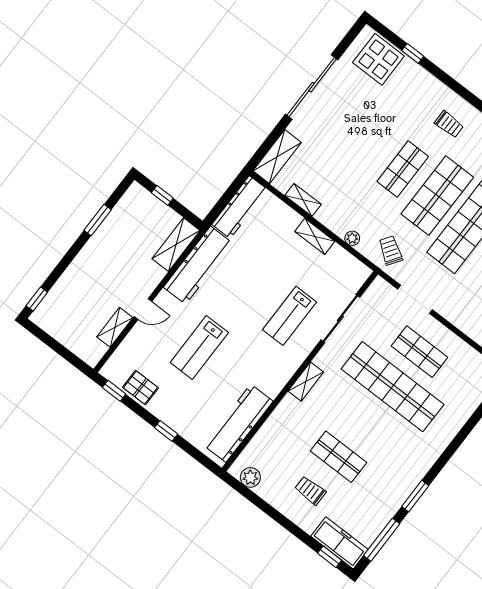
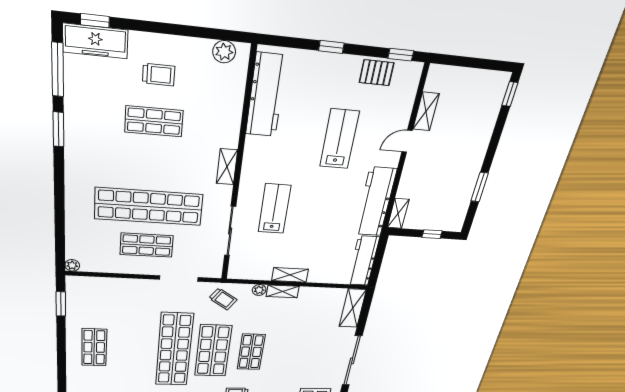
shelving: (303, 200) -> (283, 291), moved
shelving: (176, 245) -> (398, 213), width x0.67, depth x0.75

